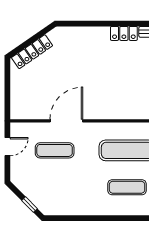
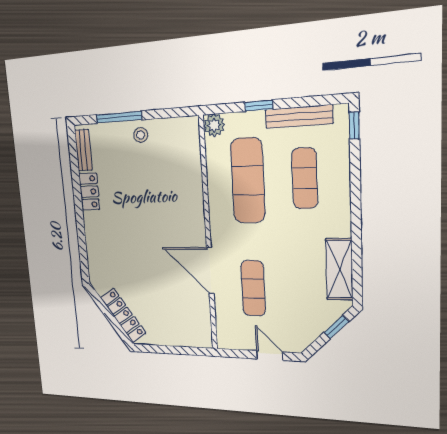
door: (7, 147) -> (270, 356), moved
shelving: (68, 207) -> (339, 269), added

